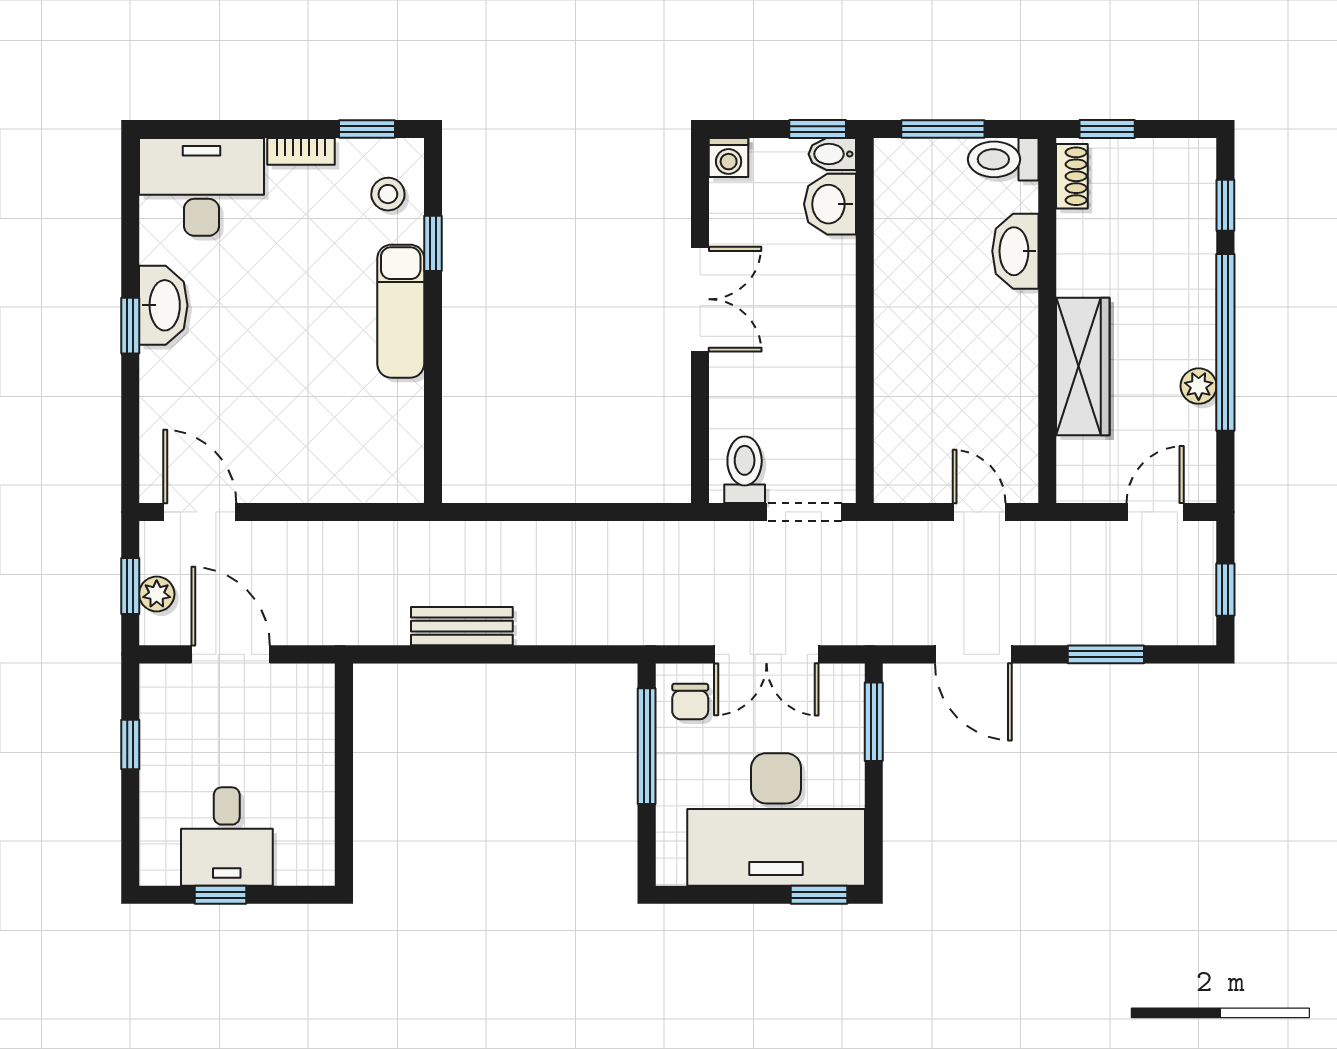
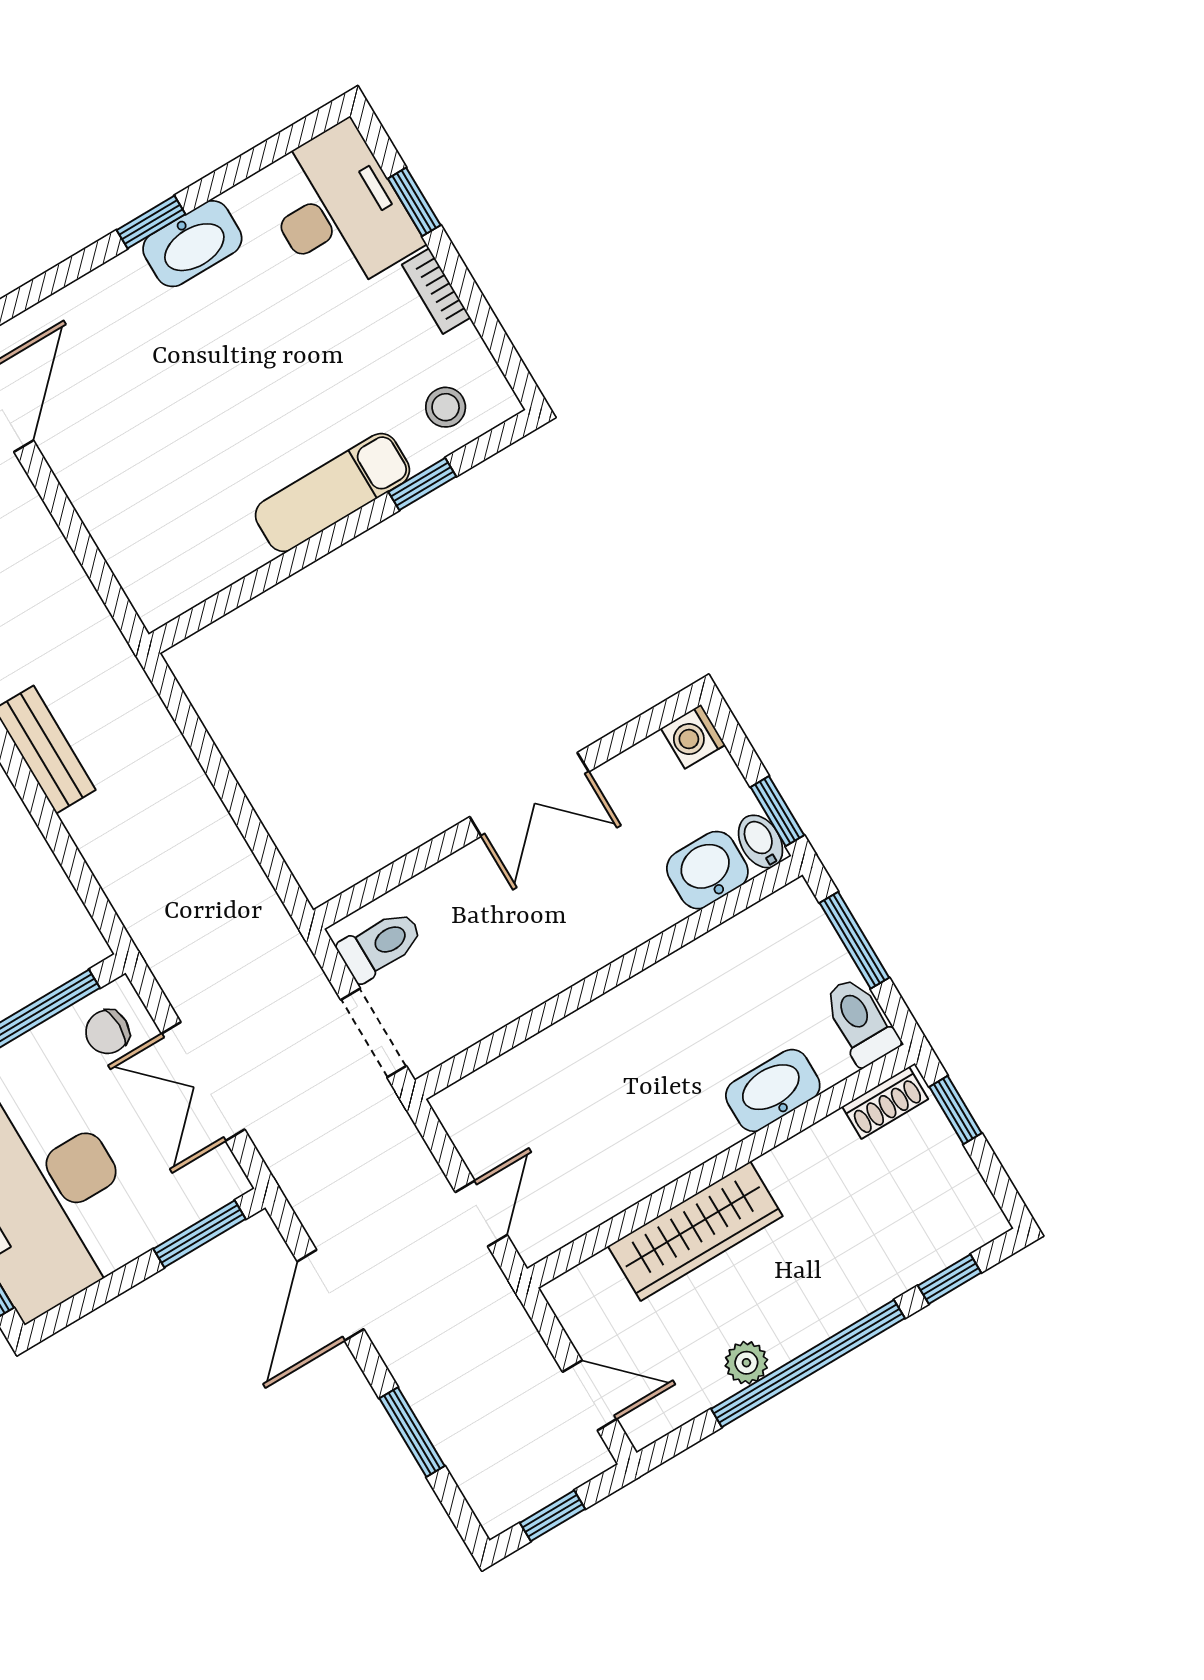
window: (367, 129) -> (414, 202), moved

